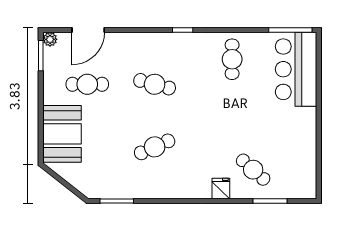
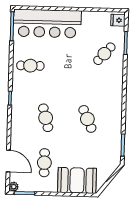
bar counter: (296, 69) -> (47, 23), width x1.36
cafe table: (155, 84) -> (46, 118), turned -30
fridge: (221, 189) -> (118, 20), moved

